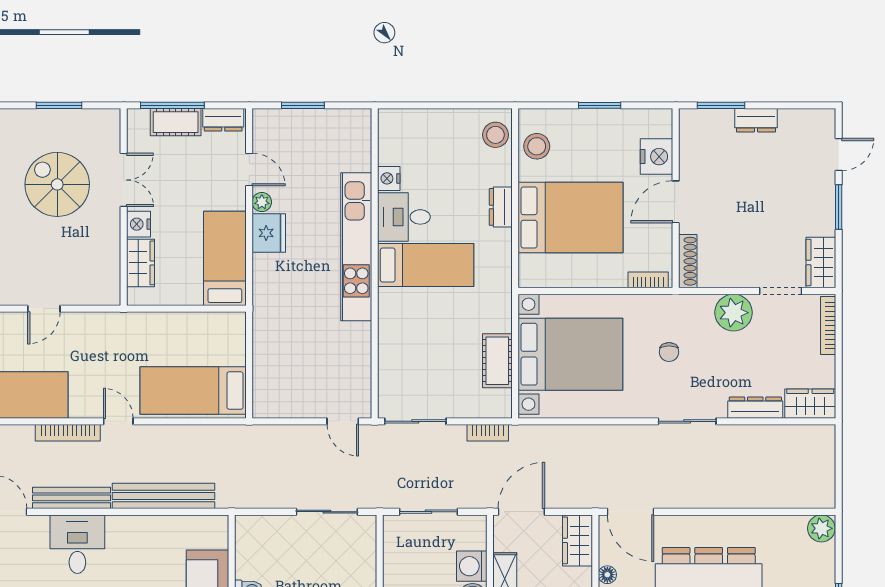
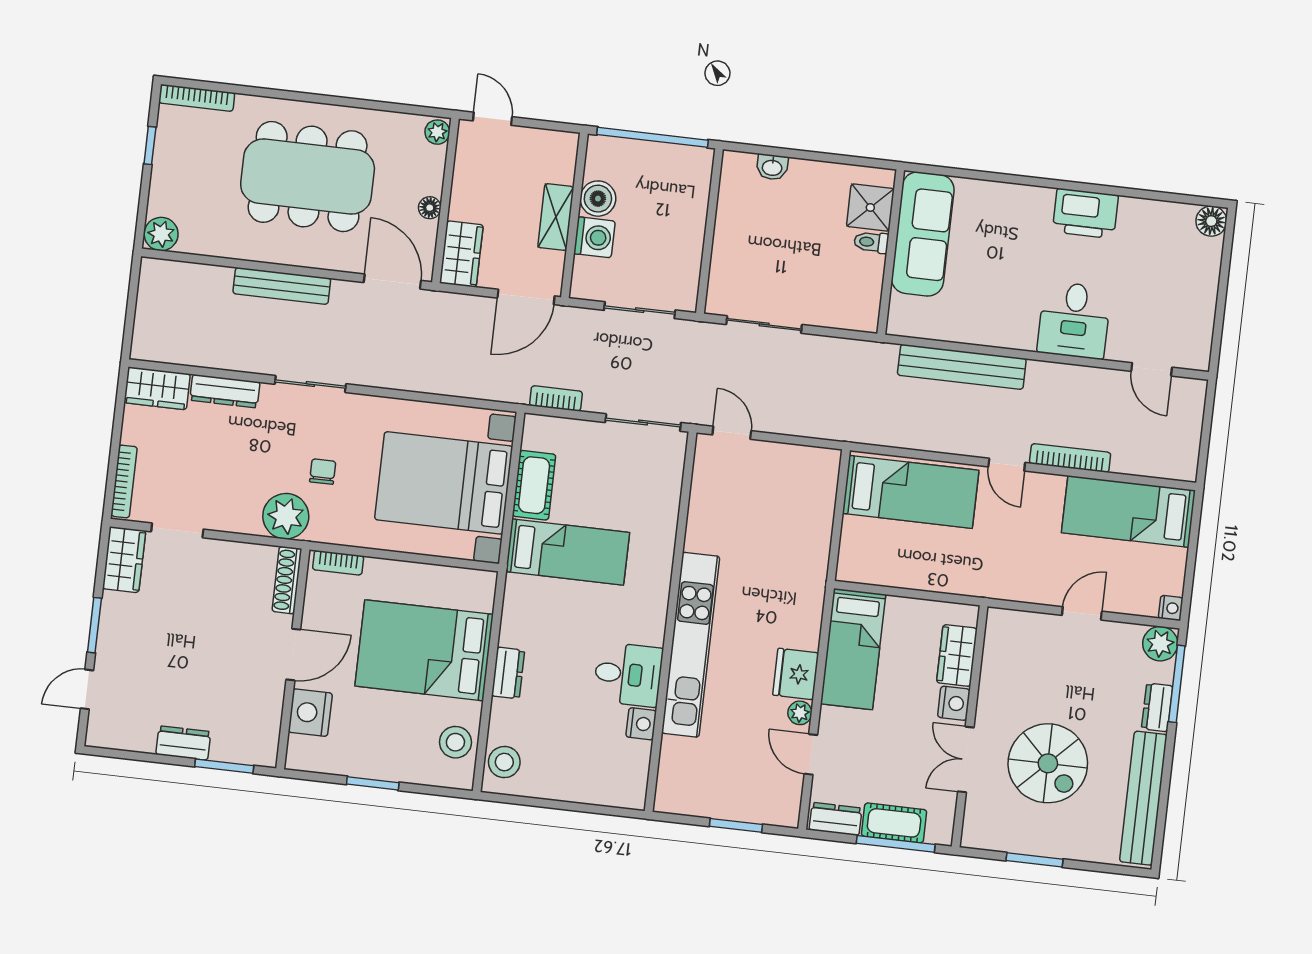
bed: (426, 265) -> (568, 552), moved, turned 180
plant: (734, 313) -> (286, 516), moved
bench: (71, 498) -> (282, 286), moved

